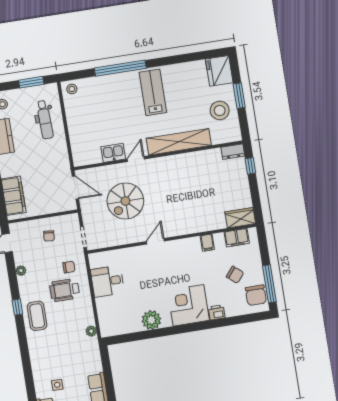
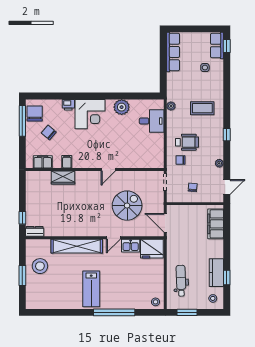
fridge: (219, 71) -> (152, 249), moved, turned 90
wardrobe: (240, 218) -> (63, 178), moved
desk: (107, 281) -> (152, 121), moved
coffee table: (37, 316) -> (202, 108), moved, turned 90

